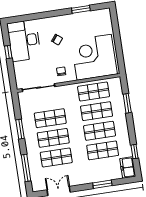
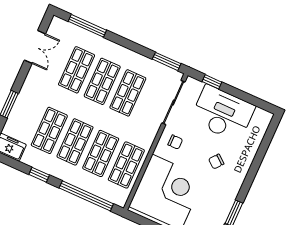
desk: (24, 41) -> (223, 113), moved
window: (8, 52) -> (212, 82), moved
window: (127, 103) -> (86, 196), width x2.11
window: (20, 129) -> (167, 61), moved
window: (135, 152) -> (39, 175), moved

